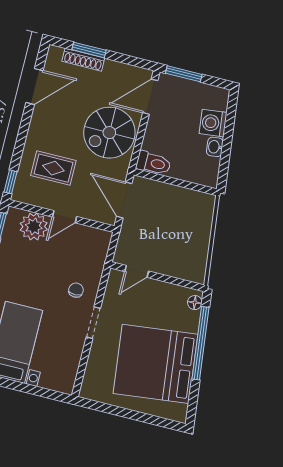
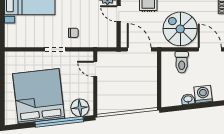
toilet: (153, 163) -> (182, 62), moved
door: (124, 200) -> (139, 49), hinge flipped
floor lamp: (195, 303) -> (80, 108), width x1.89, depth x1.89

